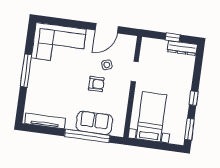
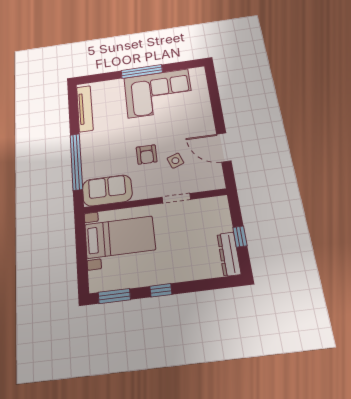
corner sofa: (59, 44) -> (158, 93), moved, turned -90
sofa: (94, 123) -> (107, 190), moved, turned -90

